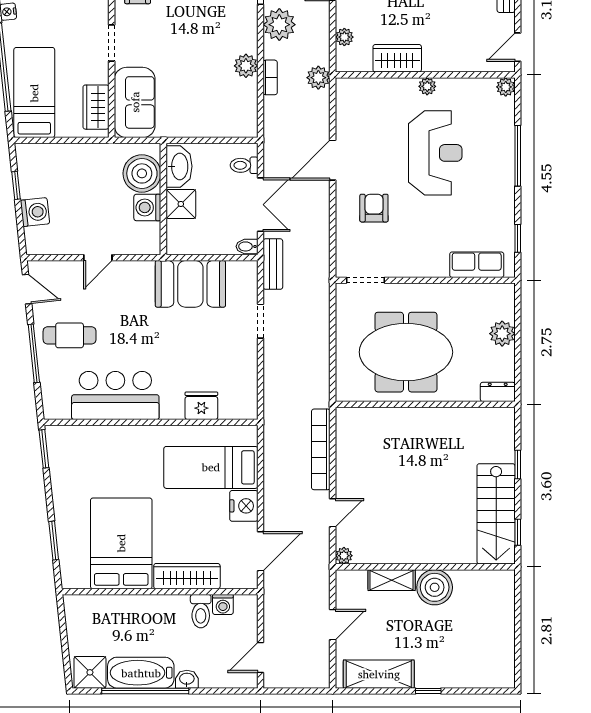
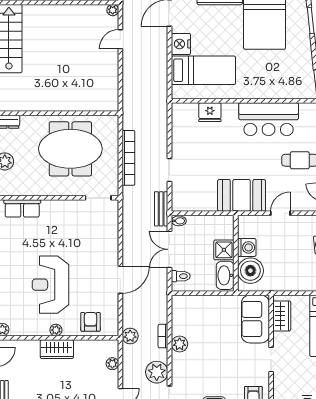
wardrobe: (397, 58) -> (57, 349), moved
armchair: (374, 208) -> (90, 322), moved, turned 180
booth: (190, 284) -> (242, 195), moved
bookcase: (321, 449) -> (128, 158), moved

